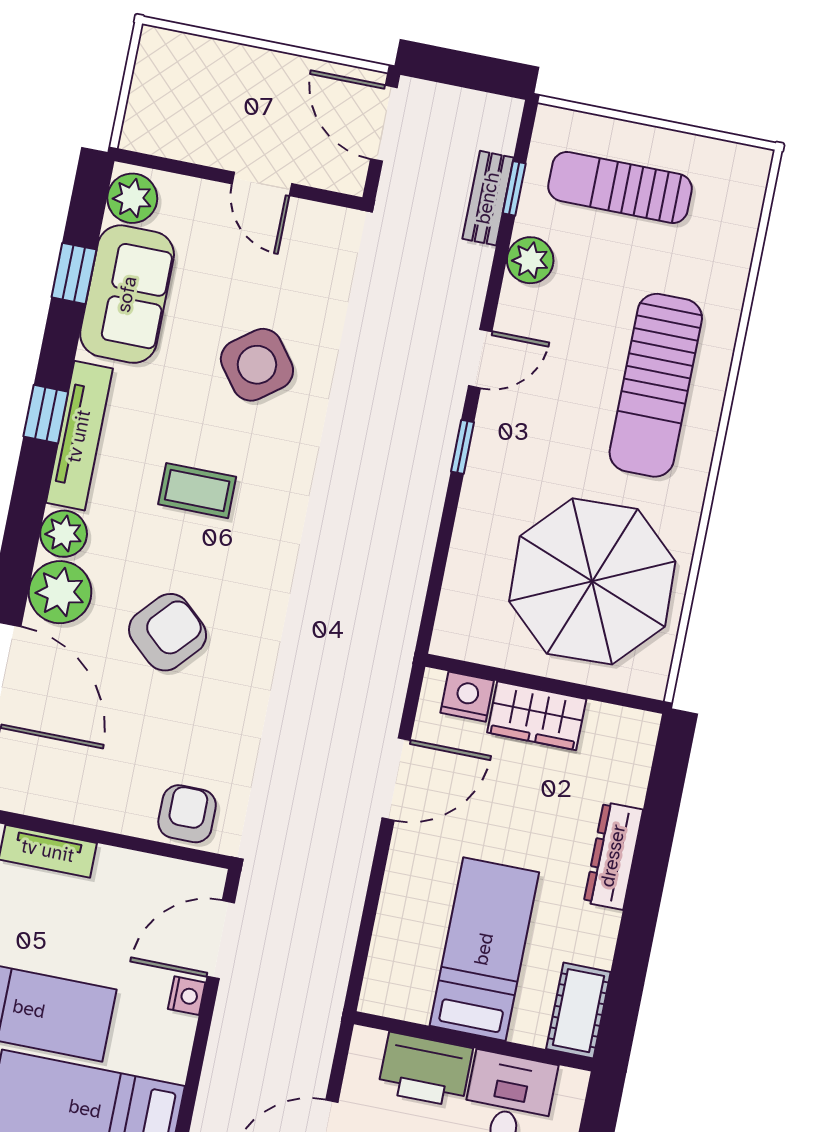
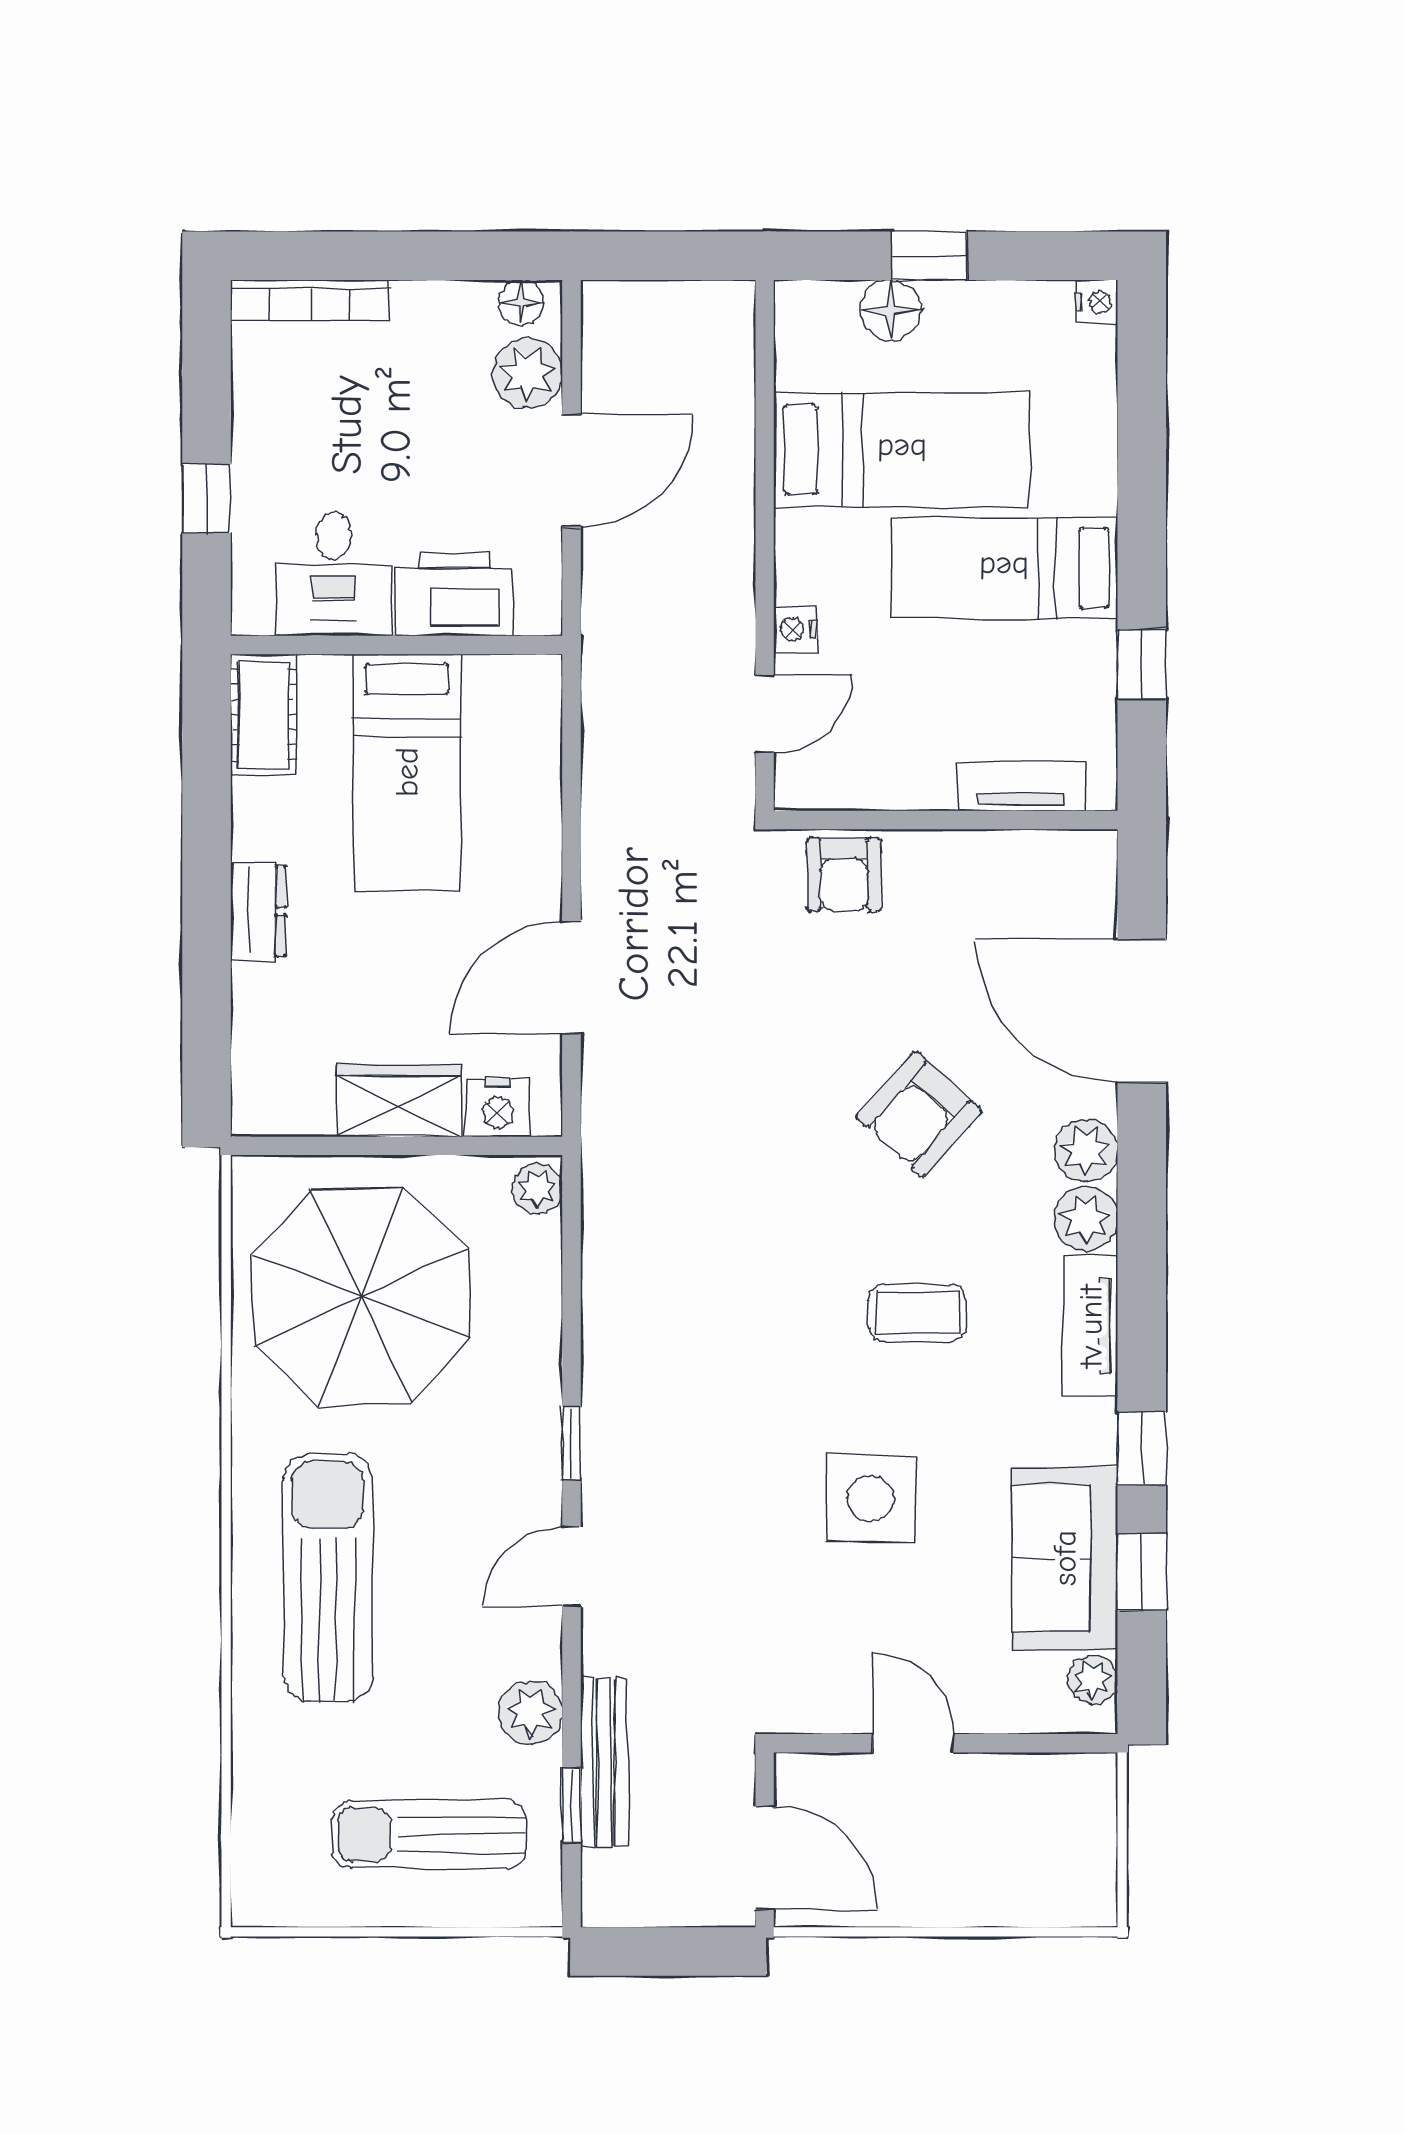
sun lounger: (620, 187) -> (429, 1835), turned 180
plant: (132, 198) -> (1093, 1680), width x0.73, depth x0.73
bench: (488, 198) -> (604, 1762), width x1.36
side table: (257, 365) -> (871, 1498), turned 38
window: (46, 414) -> (1142, 1449), moved
tv unit: (79, 436) -> (1091, 1326), width x0.71
plant: (60, 592) -> (1086, 1150), width x0.73, depth x0.73
plant: (451, 633) -> (537, 1188), added
dresser: (613, 856) -> (258, 911), width x0.70
door: (221, 940) -> (765, 714), width x0.73

